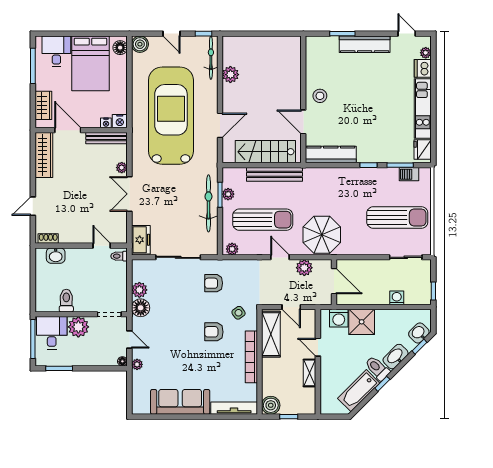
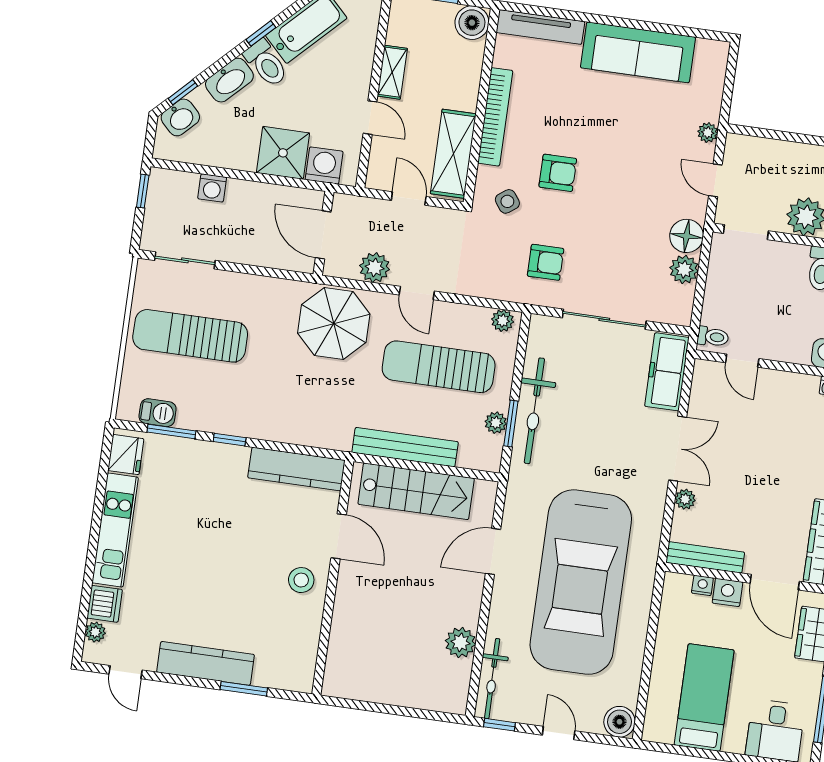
floor lamp: (120, 48) -> (657, 721), removed
bed: (90, 63) -> (704, 698), width x0.67
nightstand: (120, 121) -> (727, 592), moved
freezer: (141, 240) -> (667, 372), width x1.40
floor lamp: (122, 361) -> (734, 142), removed

